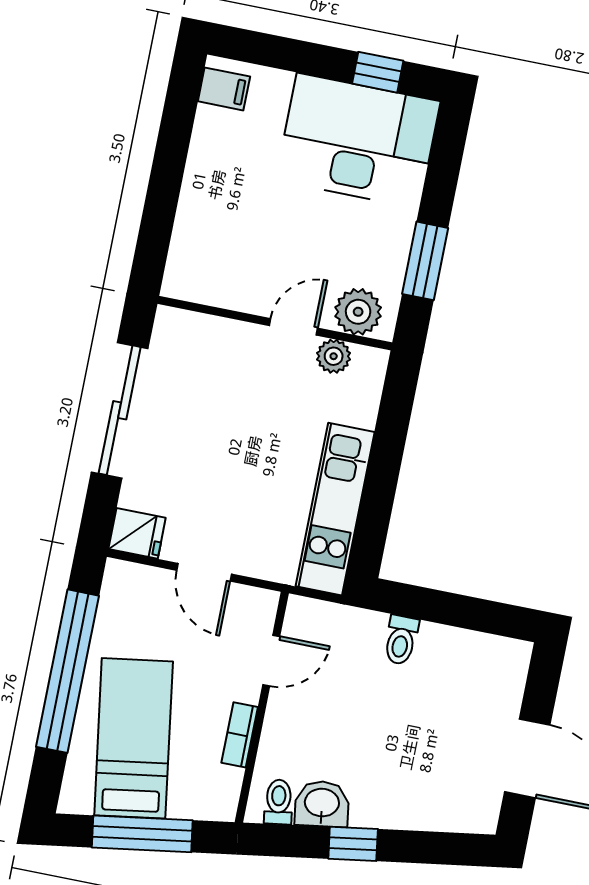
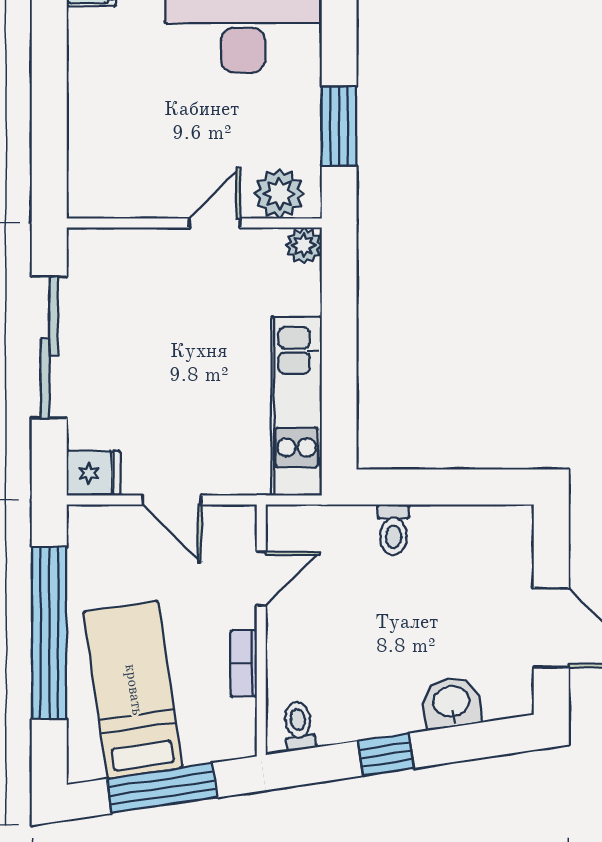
plant: (334, 356) -> (304, 246), moved
washbasin: (322, 804) -> (452, 703), moved

